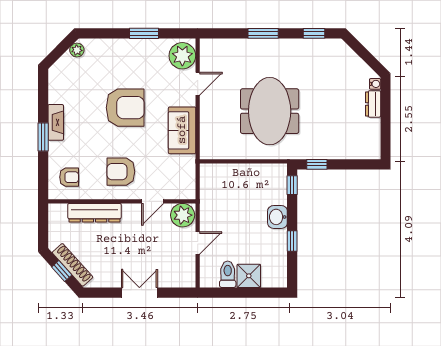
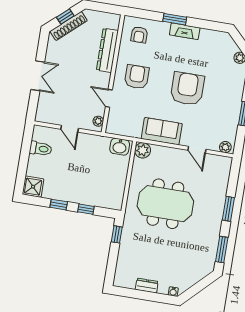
window: (314, 33) -> (222, 249), width x1.50
plant: (182, 56) -> (225, 147), width x0.53, depth x0.53
dresser: (373, 104) -> (147, 286), moved
armchair: (125, 108) -> (187, 89), turned 180
plant: (209, 150) -> (143, 150), added
window: (292, 185) -> (86, 209), moved
plant: (183, 215) -> (98, 121), width x0.53, depth x0.53
washbasin: (277, 217) -> (120, 147), moved, turned 180
shower: (249, 276) -> (33, 187), moved

